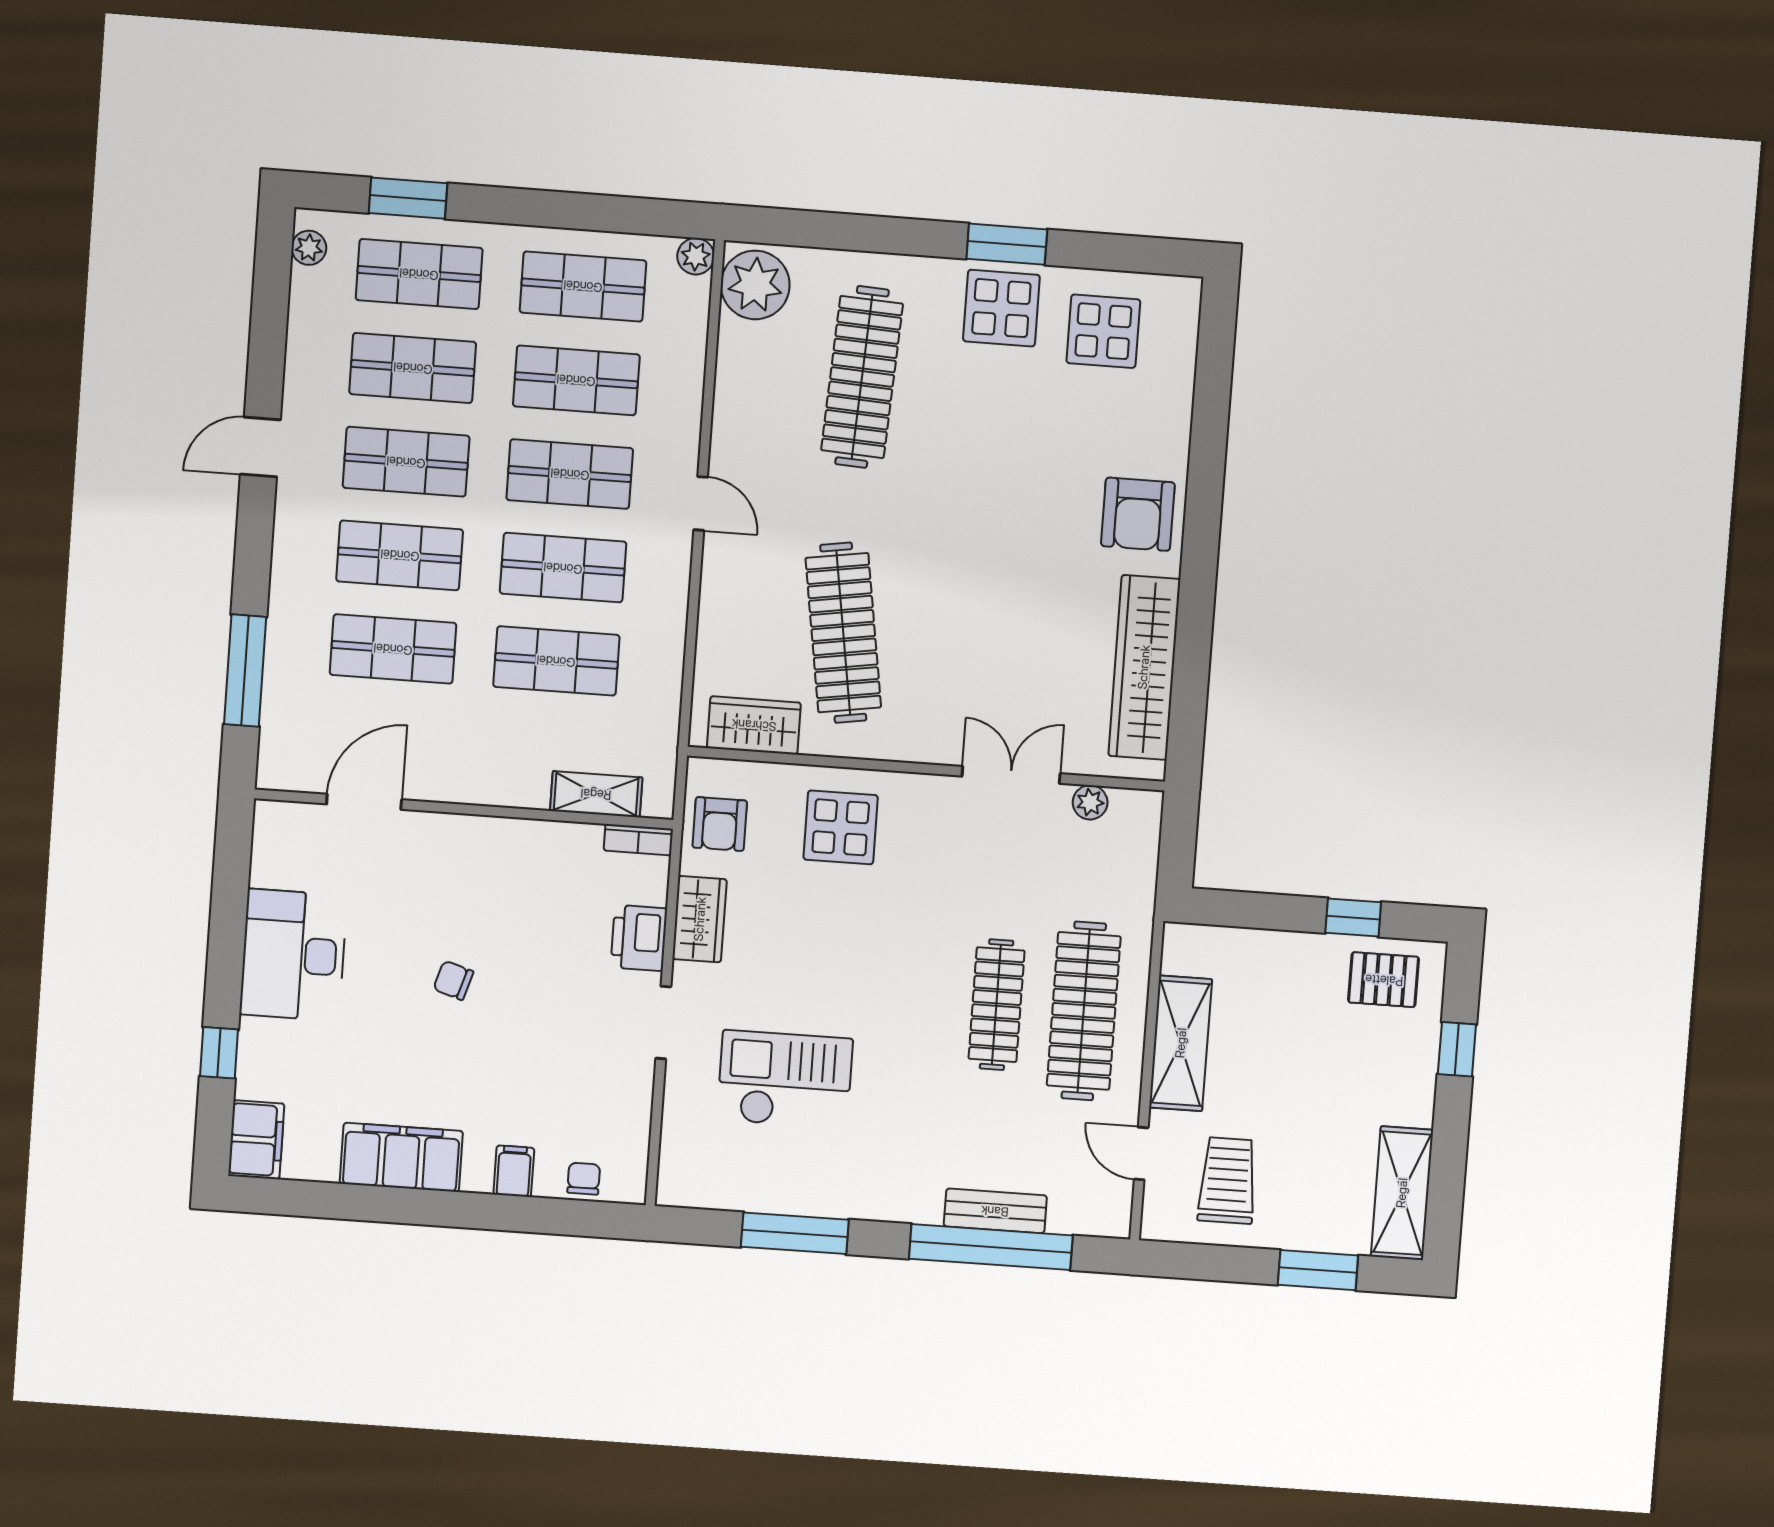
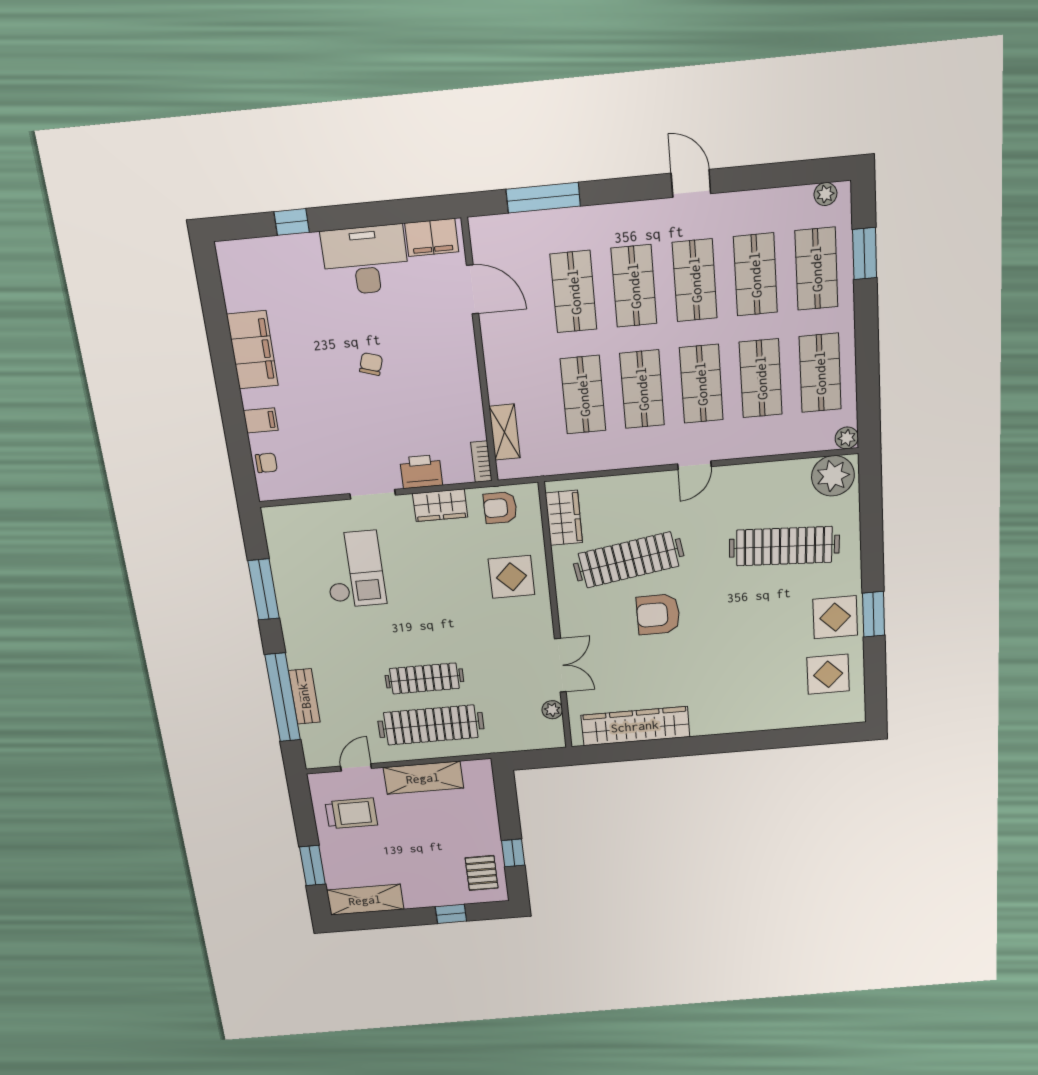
armchair: (1138, 514) -> (658, 614), moved
filing cabinet: (256, 1140) -> (432, 238), moved

